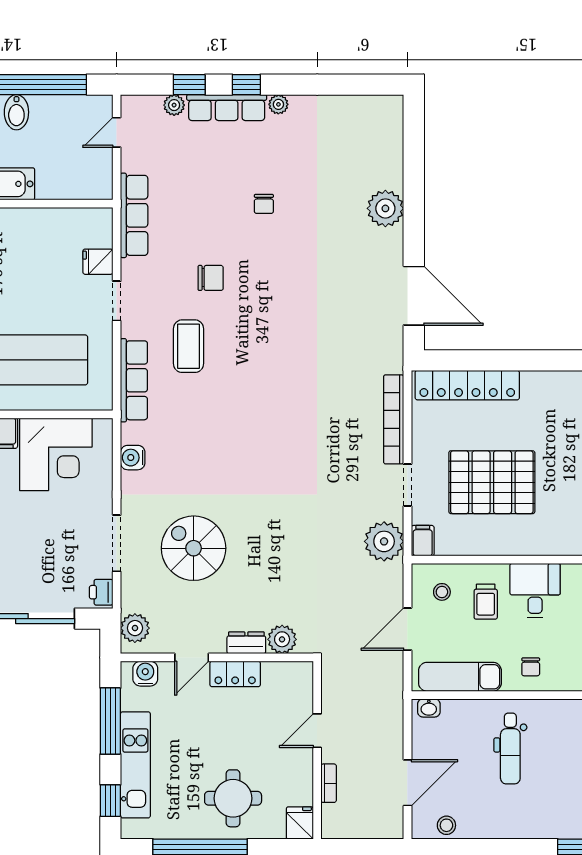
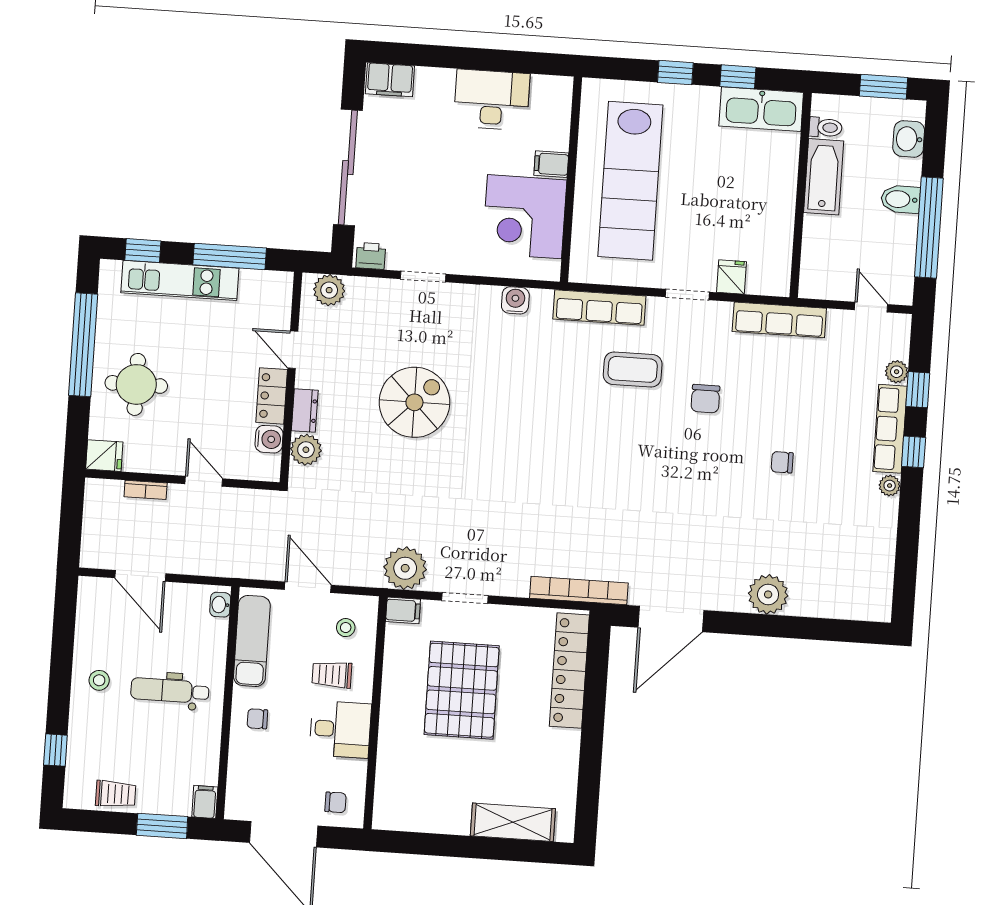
bookcase: (394, 419) -> (579, 591), moved
doorway: (117, 543) -> (423, 276), width x0.73
spiral stairs: (194, 548) -> (414, 402), moved
water cooler: (145, 674) -> (269, 439), moved
stool: (446, 825) -> (99, 680), moved

